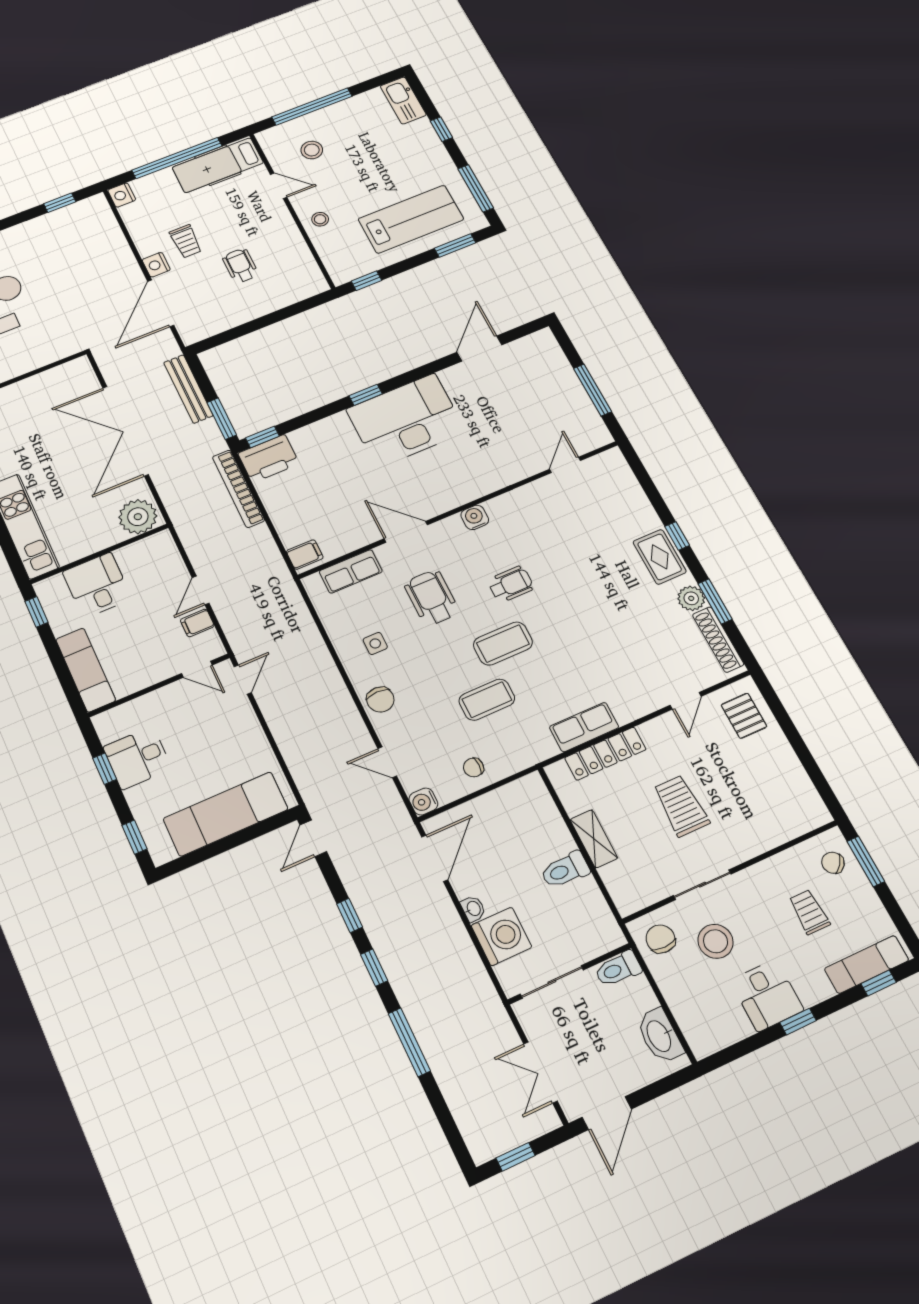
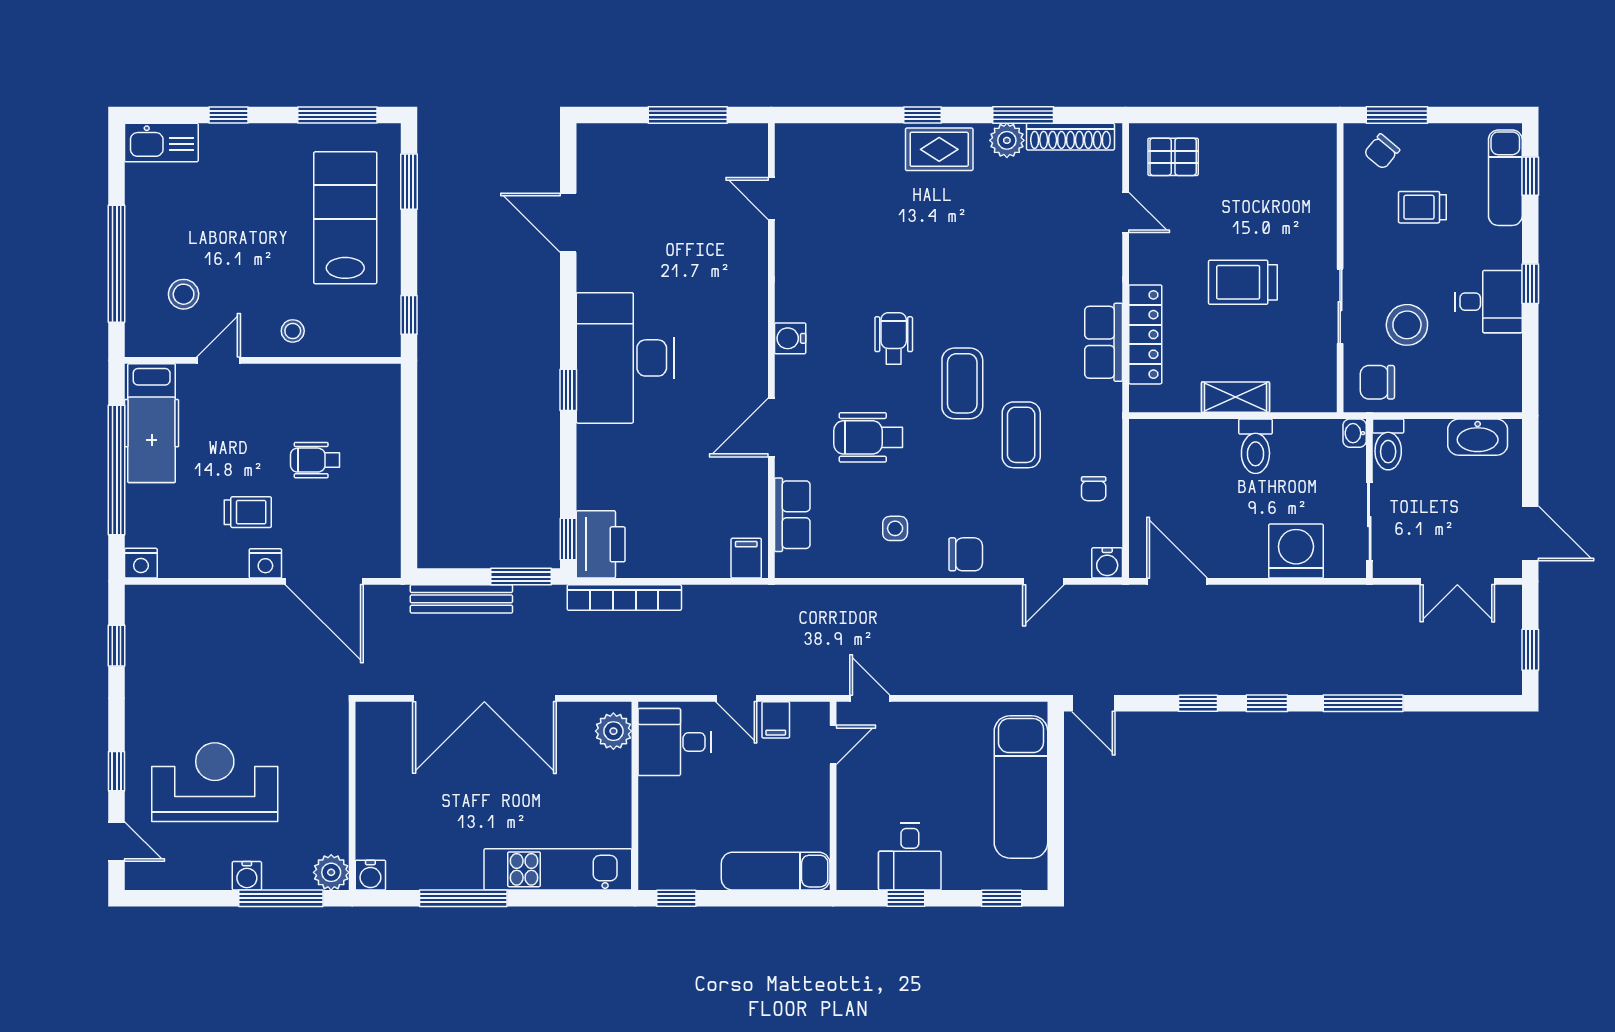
plant: (138, 517) -> (613, 731), width x0.73, depth x0.73
desk: (97, 585) -> (674, 742), moved
washbasin: (473, 909) -> (1355, 433), moved, turned -90

